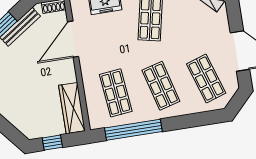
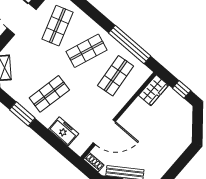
shop shelf: (161, 86) -> (87, 51), turned 36
wardrobe: (72, 108) -> (153, 90), width x0.67

